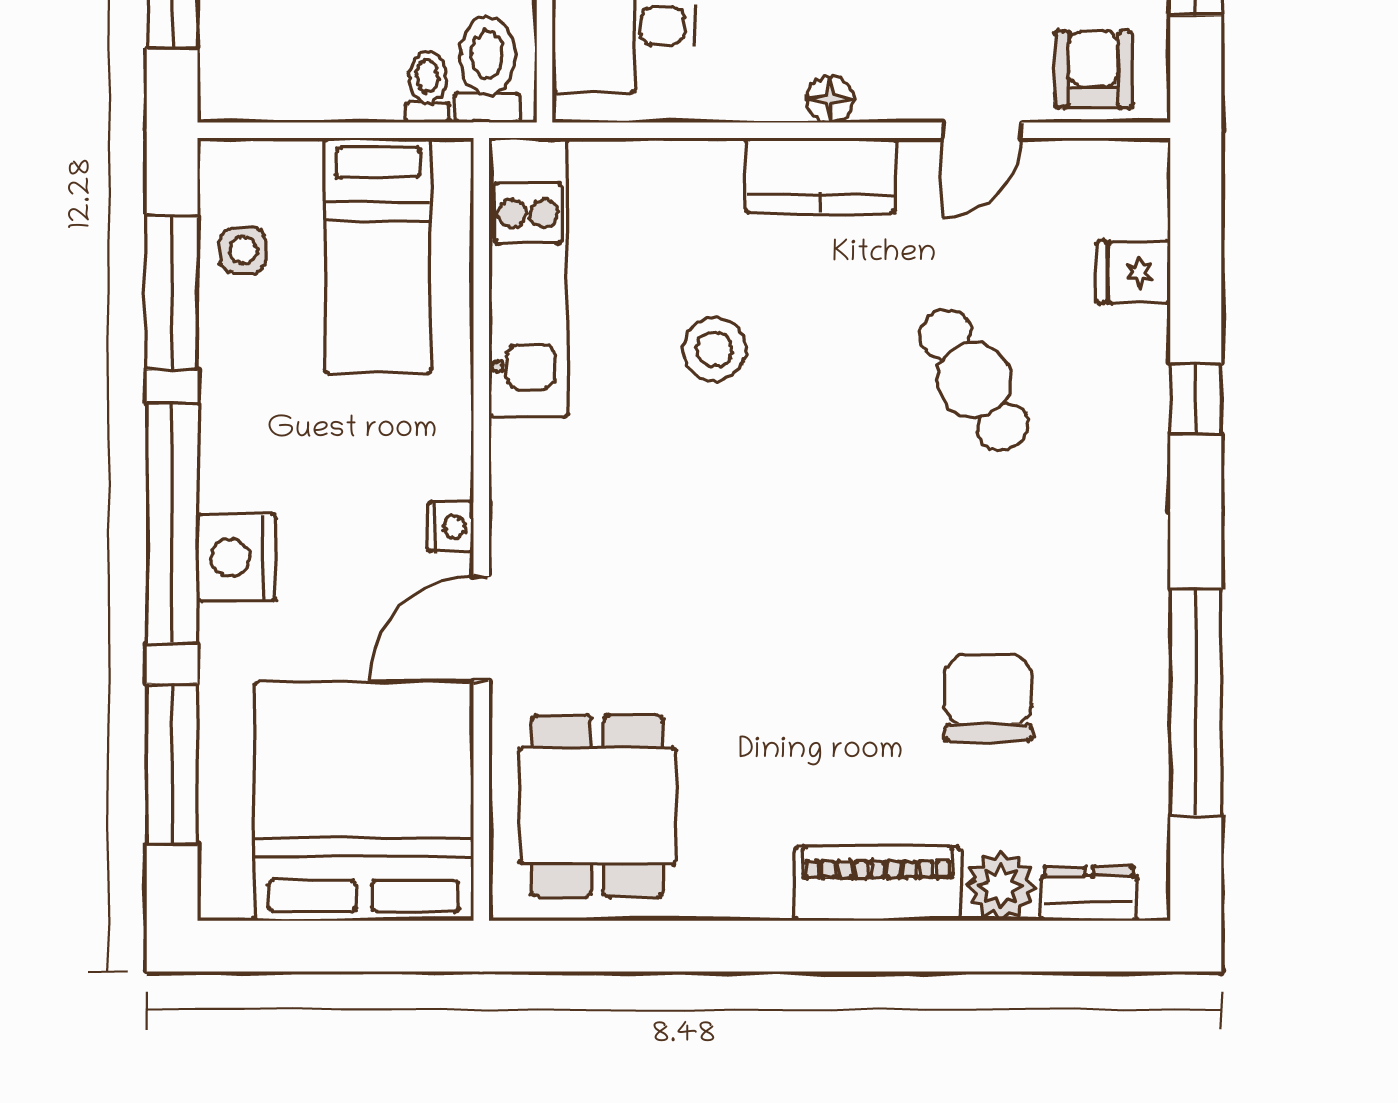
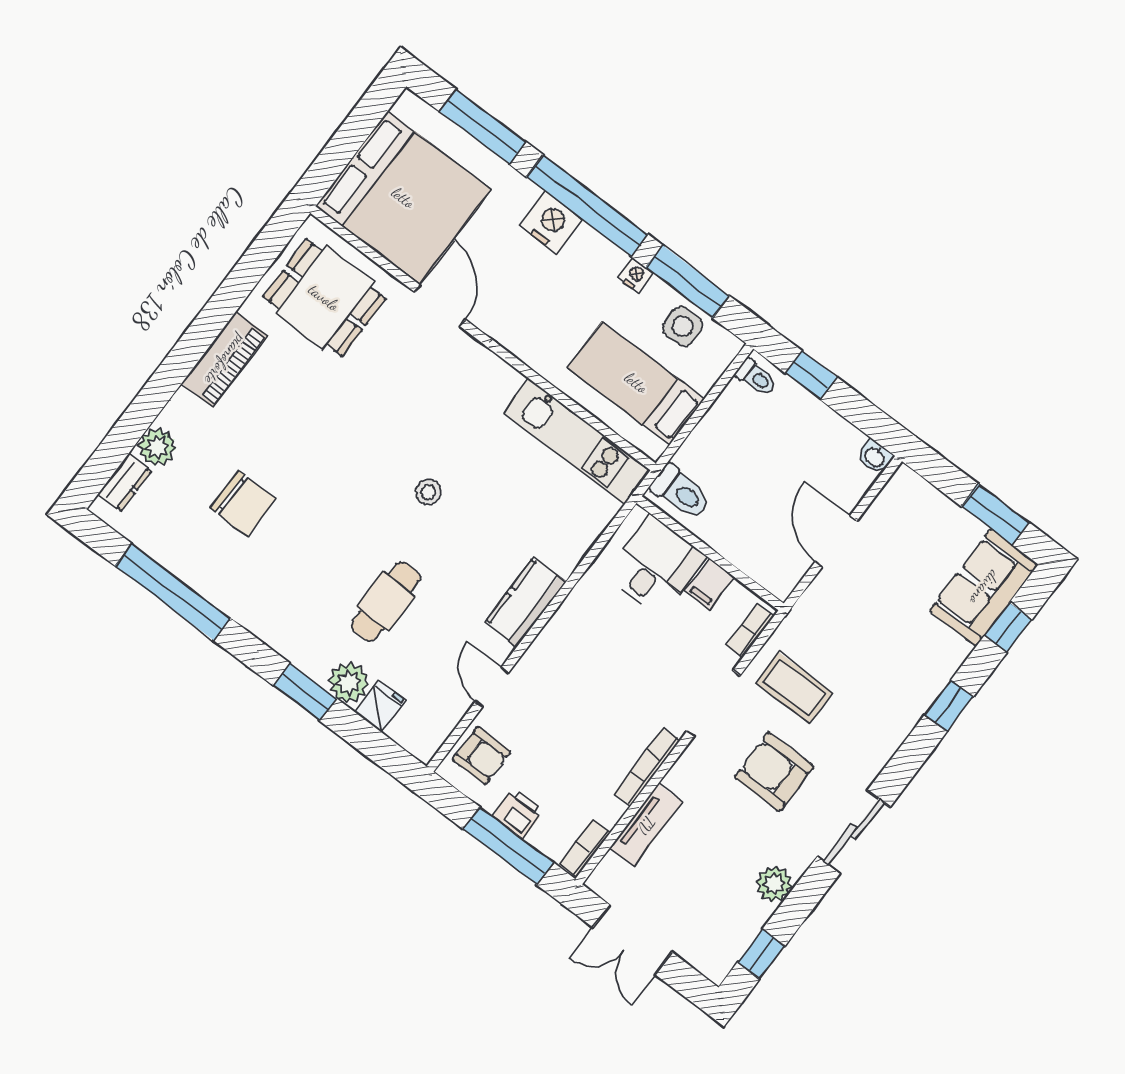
toilet: (428, 86) -> (756, 377), moved
floor lamp: (830, 99) -> (555, 631), removed
side table: (243, 250) -> (683, 326), width x1.37, depth x1.37
plant: (1133, 345) -> (349, 682), added
stool: (714, 349) -> (428, 492), moved, width x0.73, depth x0.73
cafe table: (974, 380) -> (386, 602), turned -58
window: (1196, 399) -> (305, 692), width x1.50
nightstand: (451, 527) -> (635, 275), moved, turned 180
piano: (878, 884) -> (225, 360), moved

